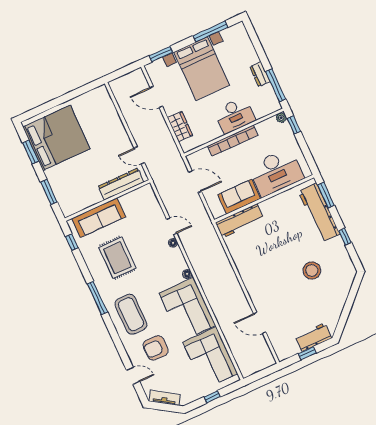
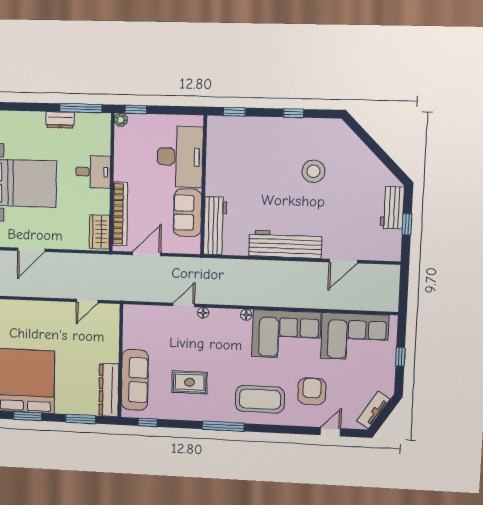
desk: (235, 115) -> (93, 172), width x0.73
wardrobe: (180, 127) -> (100, 232), moved, turned -90
bookcase: (233, 141) -> (120, 214), moved
dresser: (121, 184) -> (109, 390), moved
window: (326, 195) -> (234, 112), width x0.67
workbench: (319, 213) -> (285, 244), moved, turned 180
rug: (117, 258) -> (190, 382), width x0.73, depth x0.70
armchair: (156, 348) -> (312, 391), turned 180

